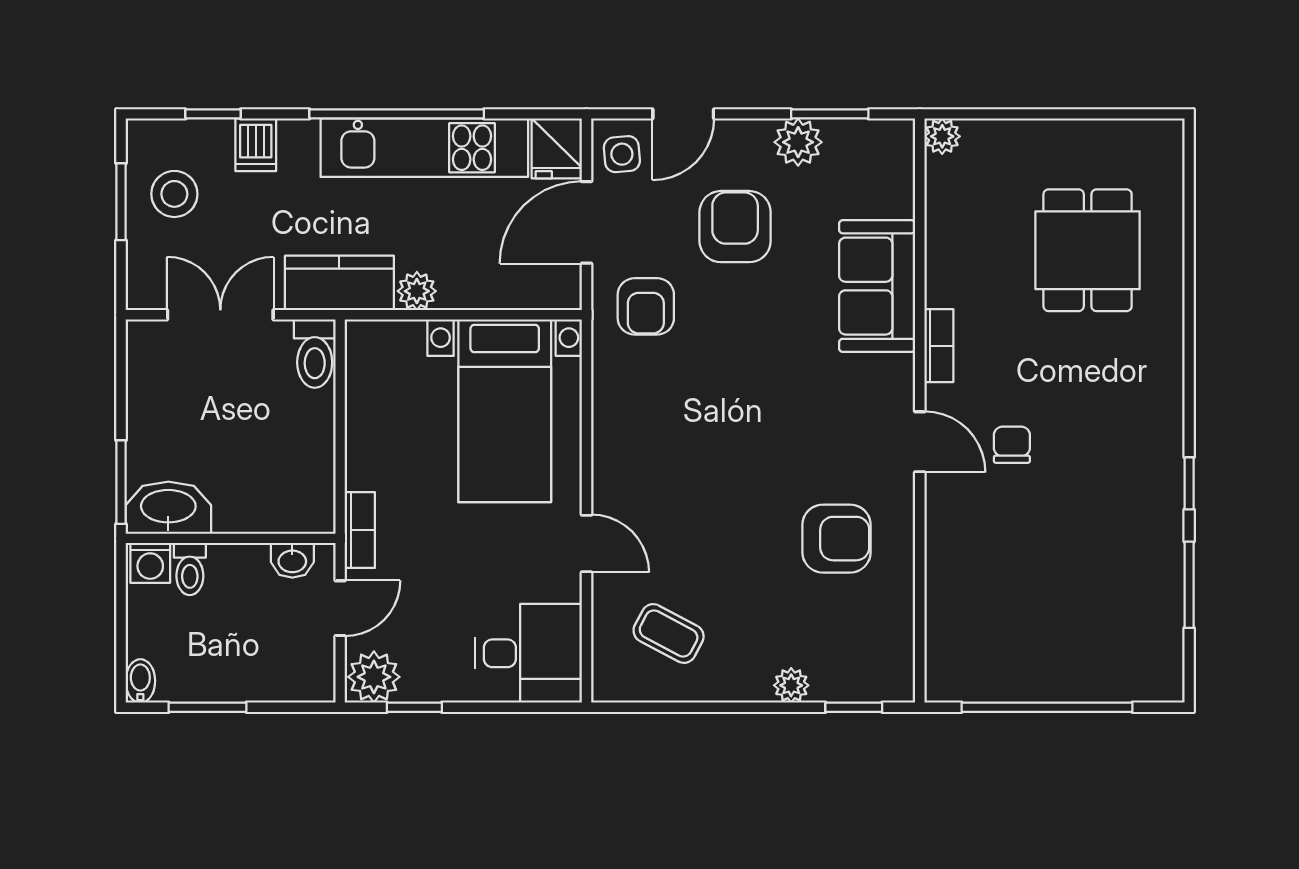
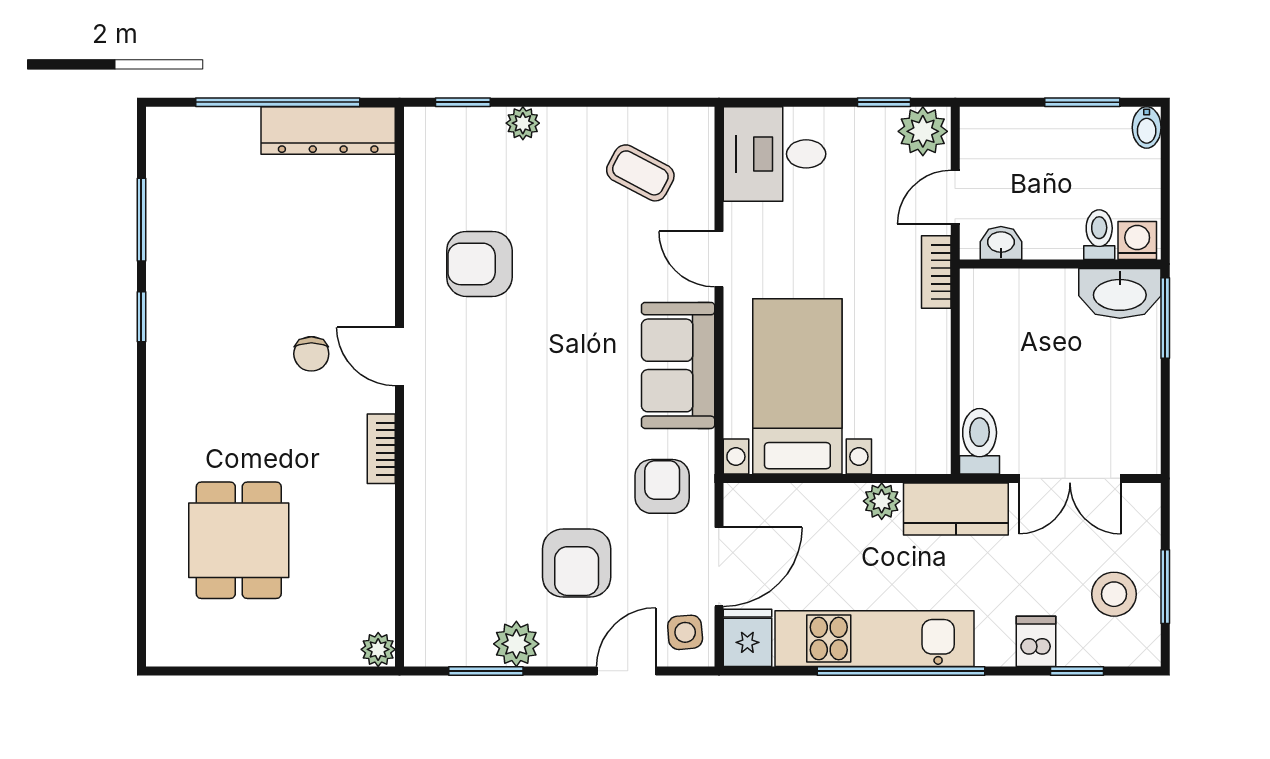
sofa: (877, 286) -> (678, 365), moved, turned 180
dresser: (994, 678) -> (328, 130), added

